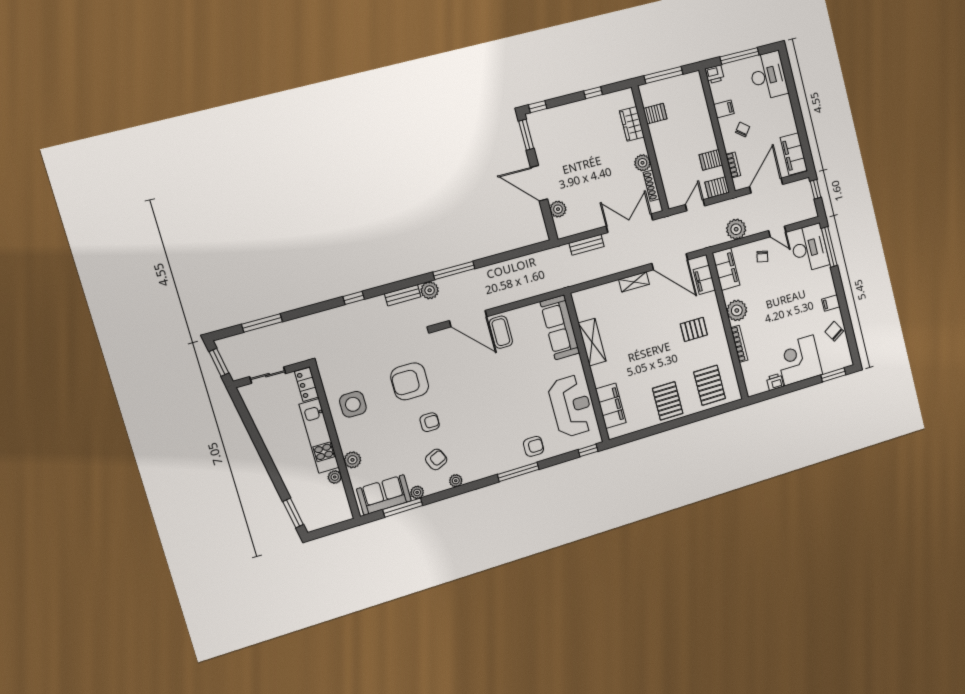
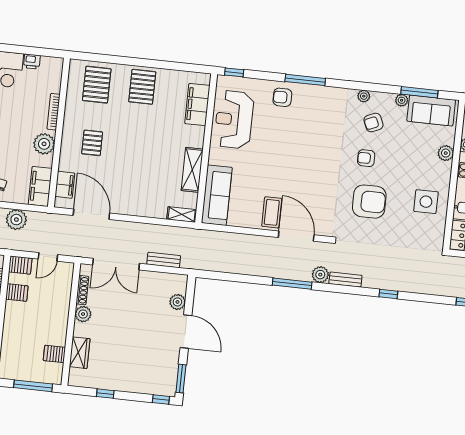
shelving: (634, 282) -> (182, 214), moved
pallet: (694, 329) -> (92, 143), turned 90

